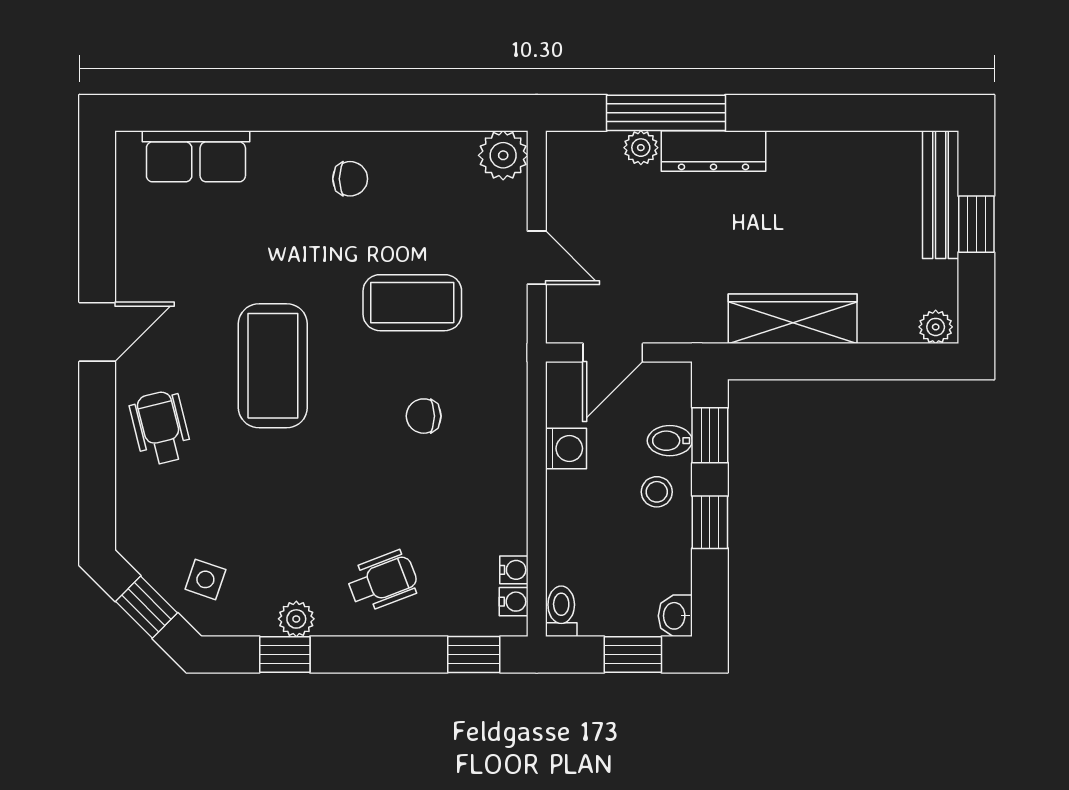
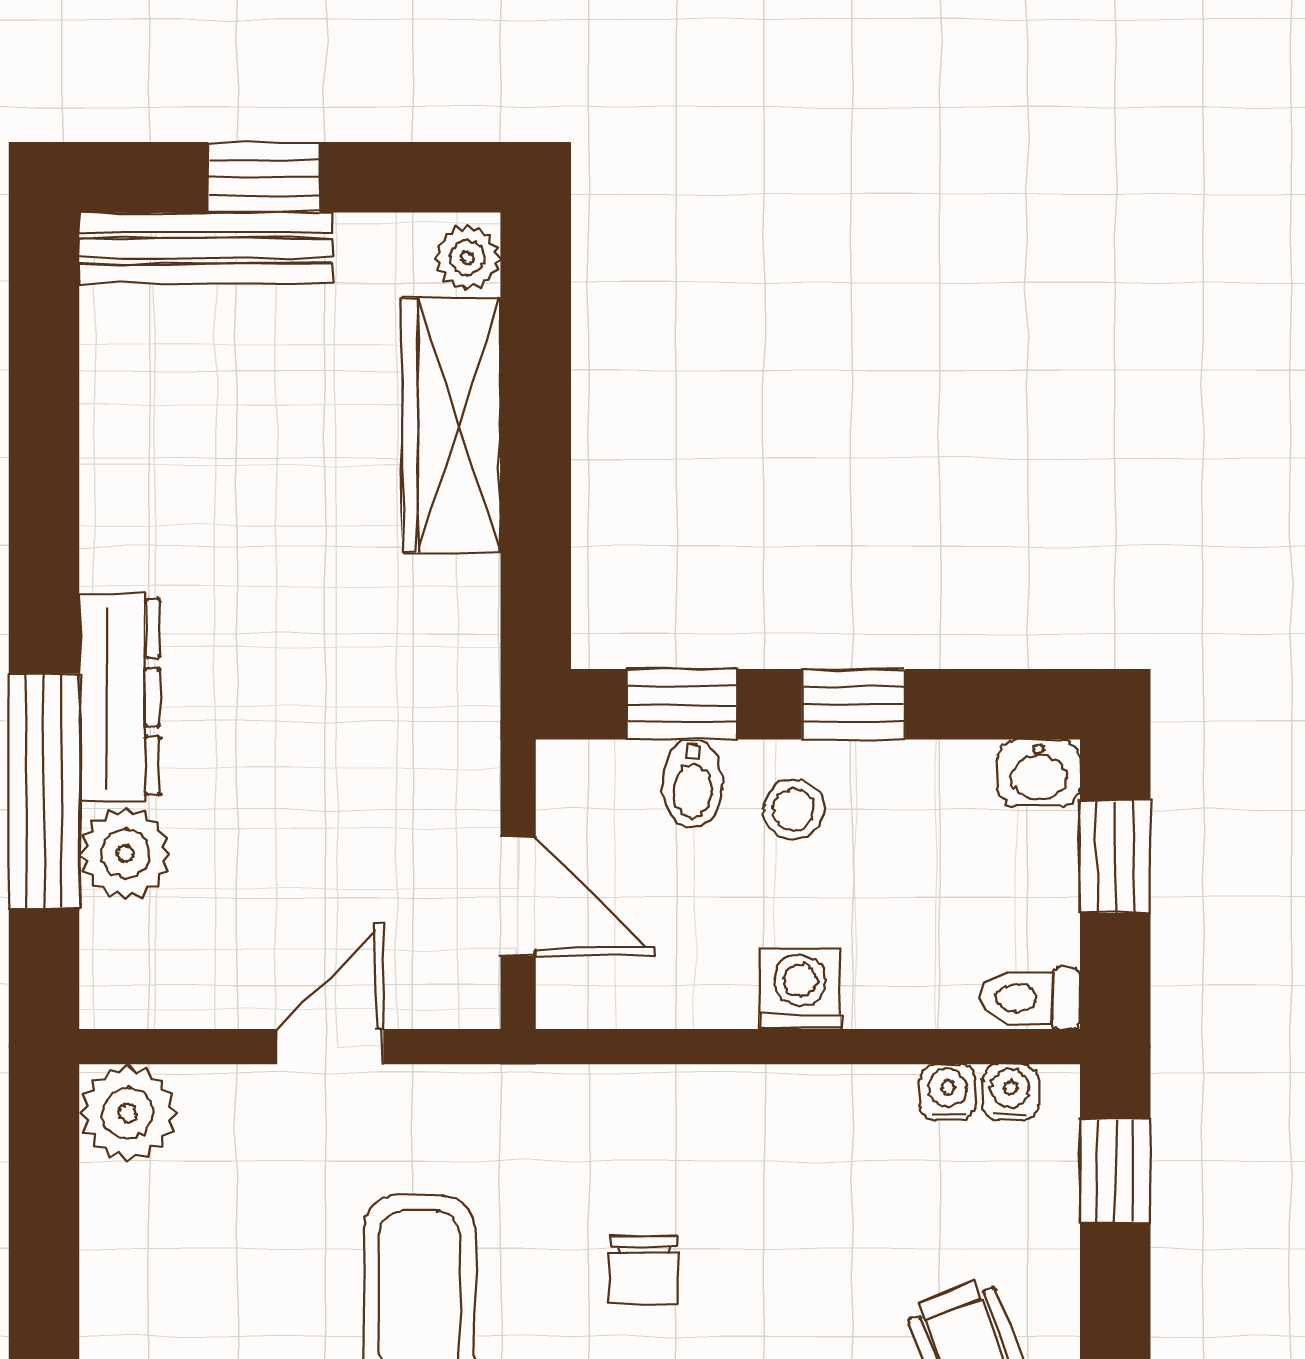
plant: (641, 148) -> (125, 853), width x1.38, depth x1.38
wardrobe: (793, 319) -> (451, 425), moved
washing machine: (566, 448) -> (800, 989), moved

